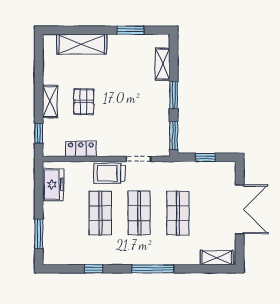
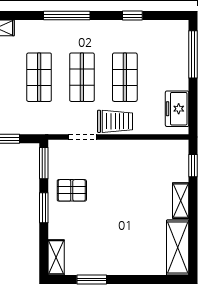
shelving: (82, 44) -> (178, 248), moved, turned 90
shelving: (163, 64) -> (56, 257), moved
pallet: (84, 102) -> (72, 190), moved, turned 90
locker: (81, 149) -> (146, 148), removed
window: (39, 234) -> (193, 54), width x1.44

